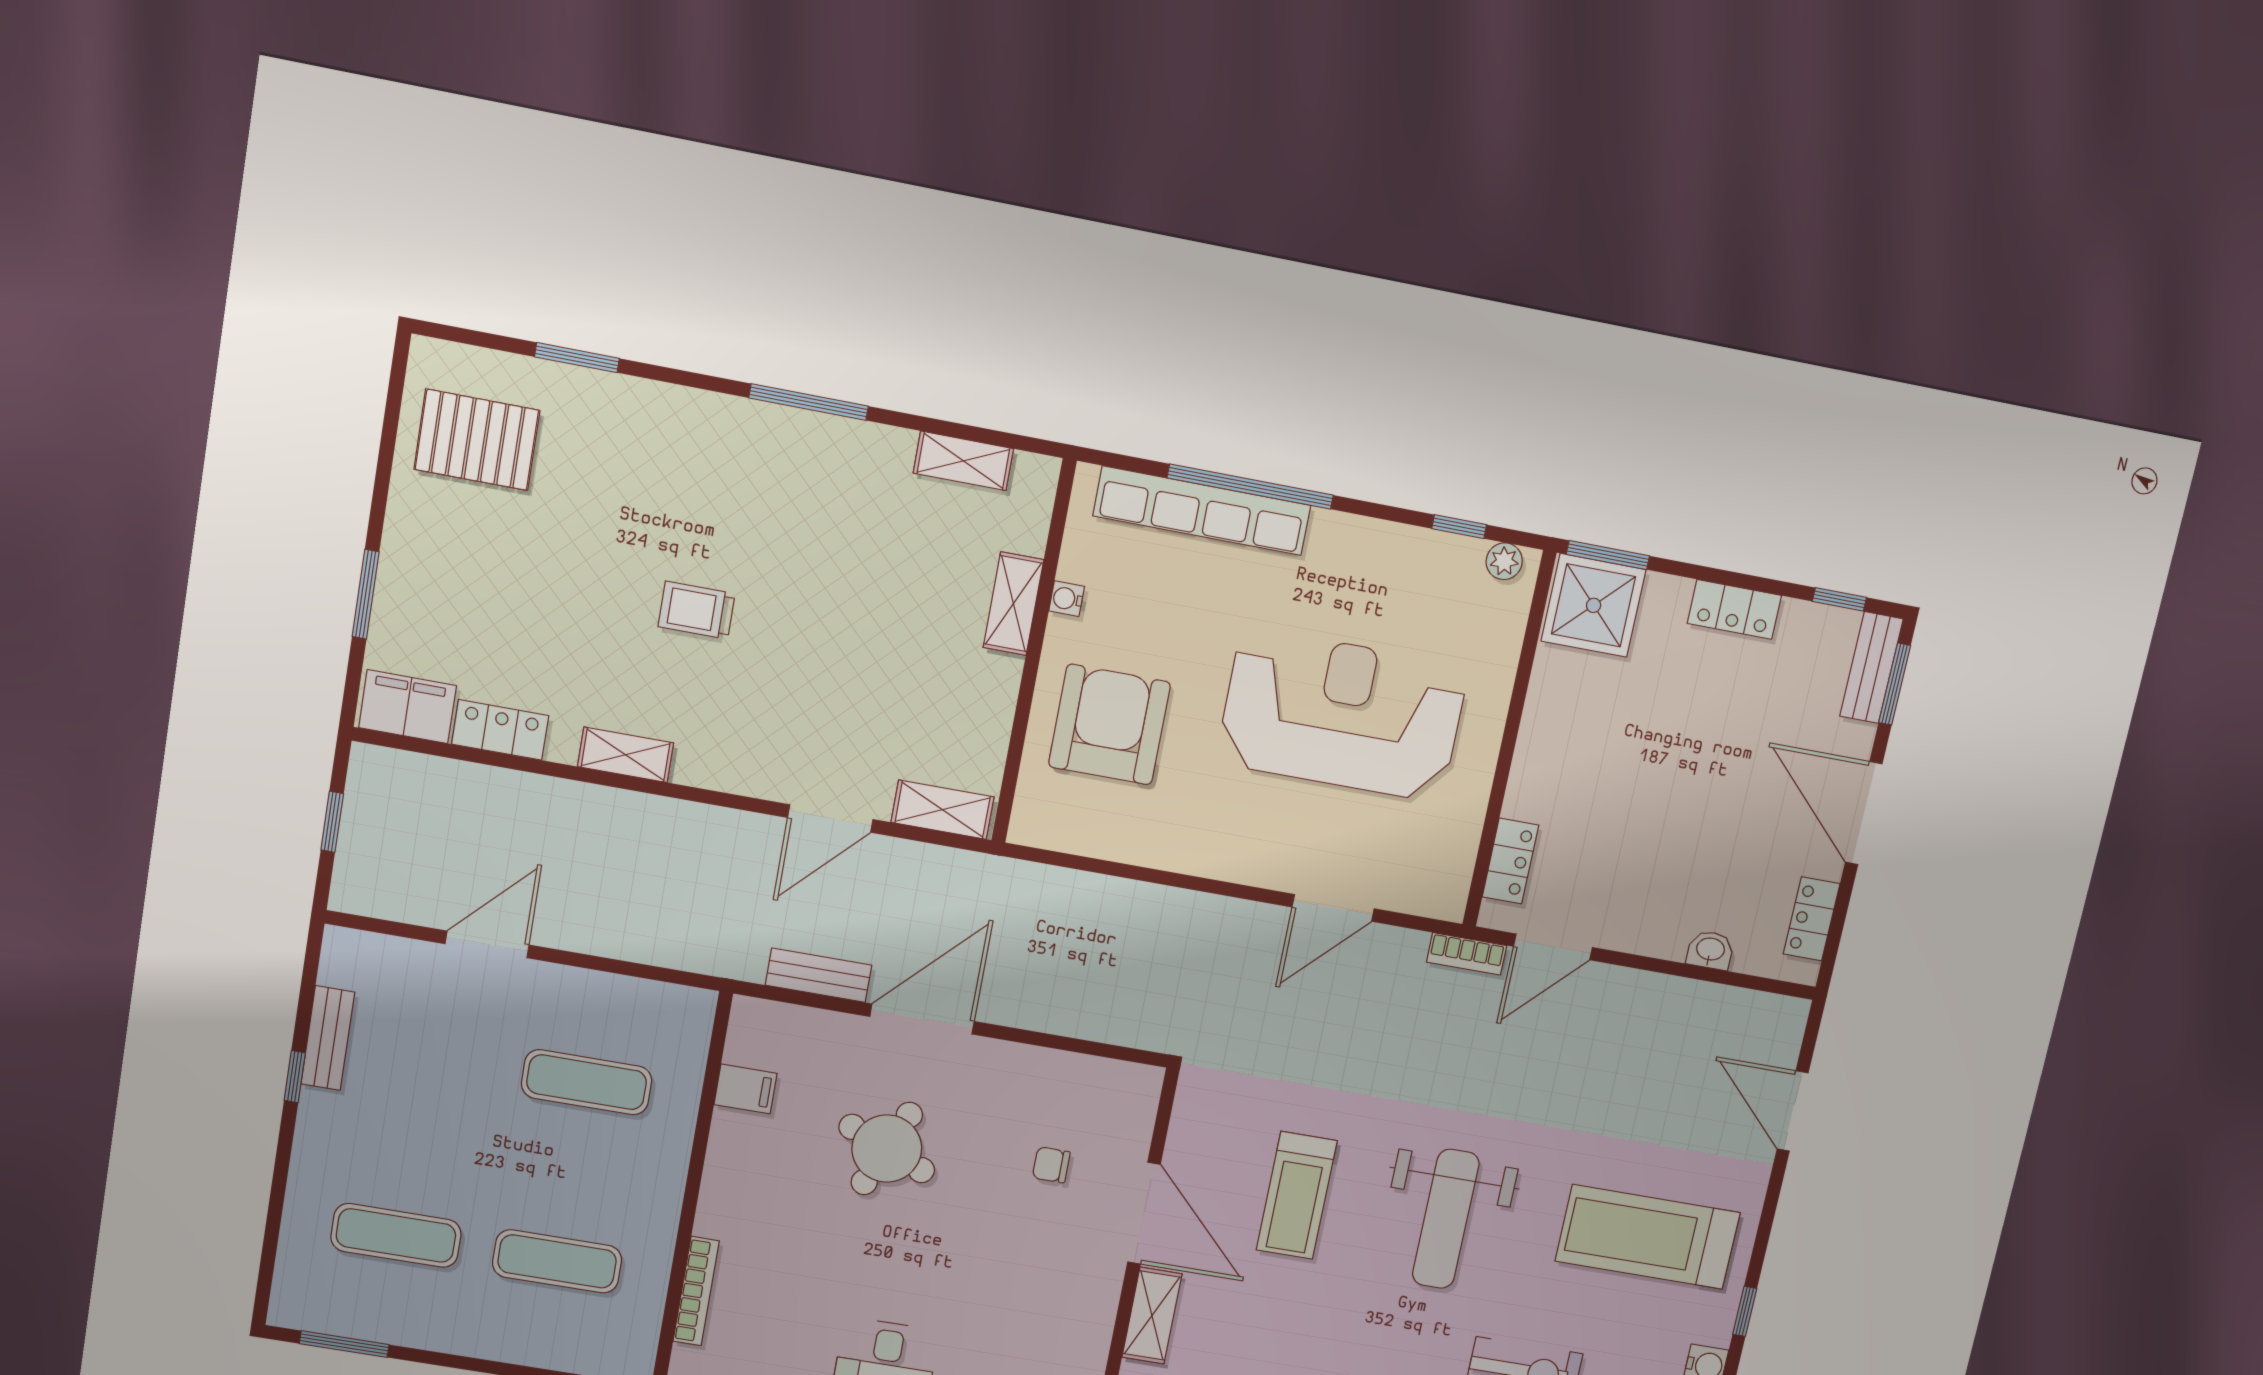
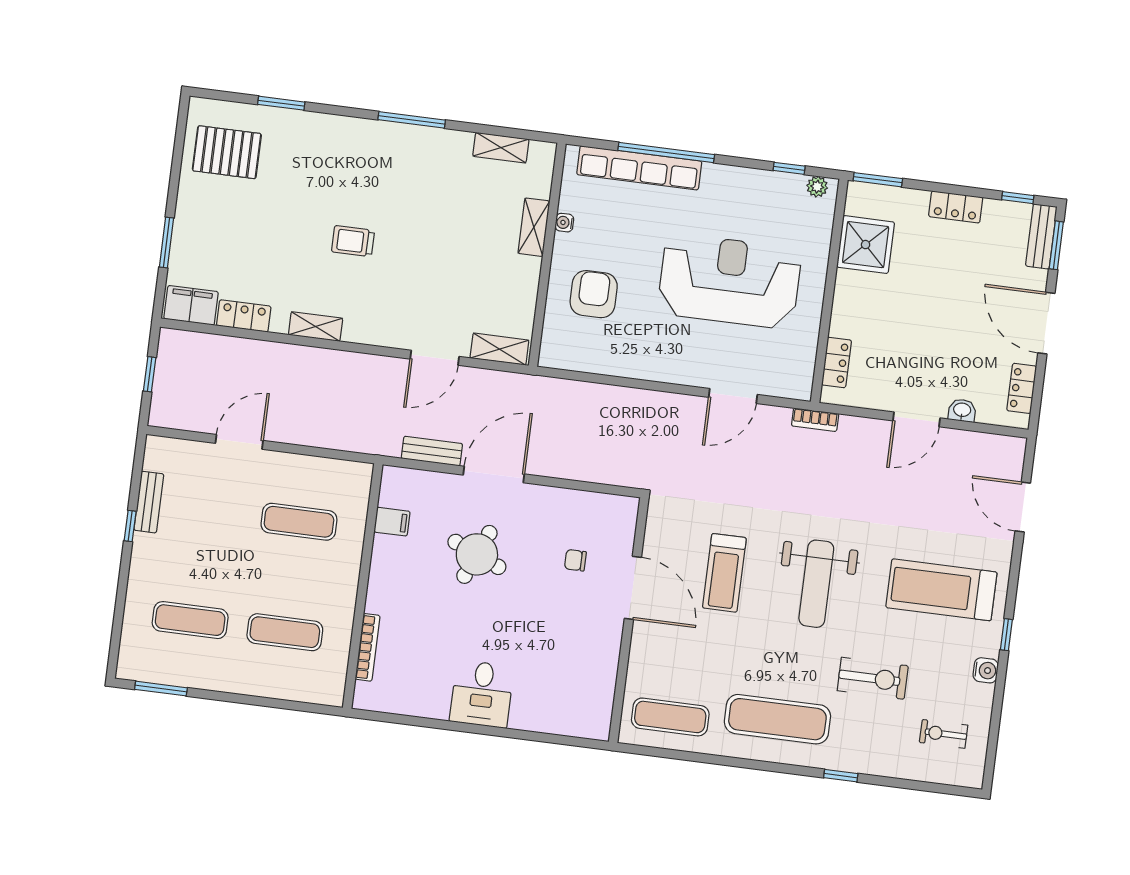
shower: (1594, 605) -> (866, 245), moved
armchair: (1109, 725) -> (594, 294), width x0.73, depth x0.73
door: (1553, 947) -> (917, 419), moved
shelving: (1152, 1316) -> (642, 652), removed

